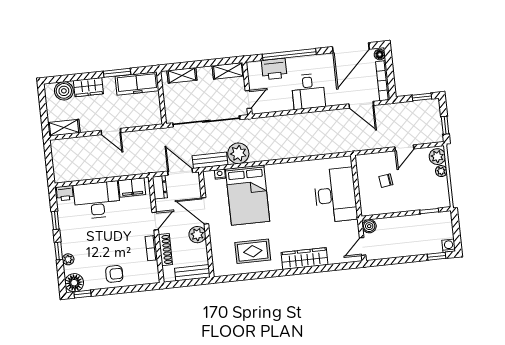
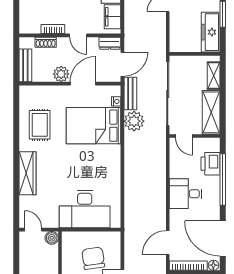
shelving: (228, 71) -> (211, 112), width x1.50, depth x1.33
chair: (386, 181) -> (93, 258), width x1.87, depth x1.87
shoe rack: (165, 250) -> (46, 42), width x0.70

